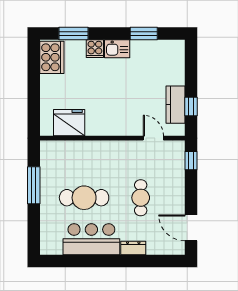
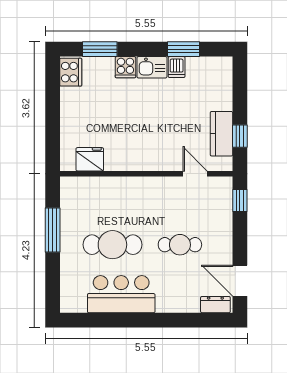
dishwasher: (138, 49) -> (177, 67), added
cooker: (52, 57) -> (71, 72), width x0.73, depth x0.76
fridge: (69, 123) -> (90, 159), width x0.73, depth x0.75
cafe table: (141, 198) -> (180, 245), turned 90
dresser: (133, 248) -> (215, 305), moved

